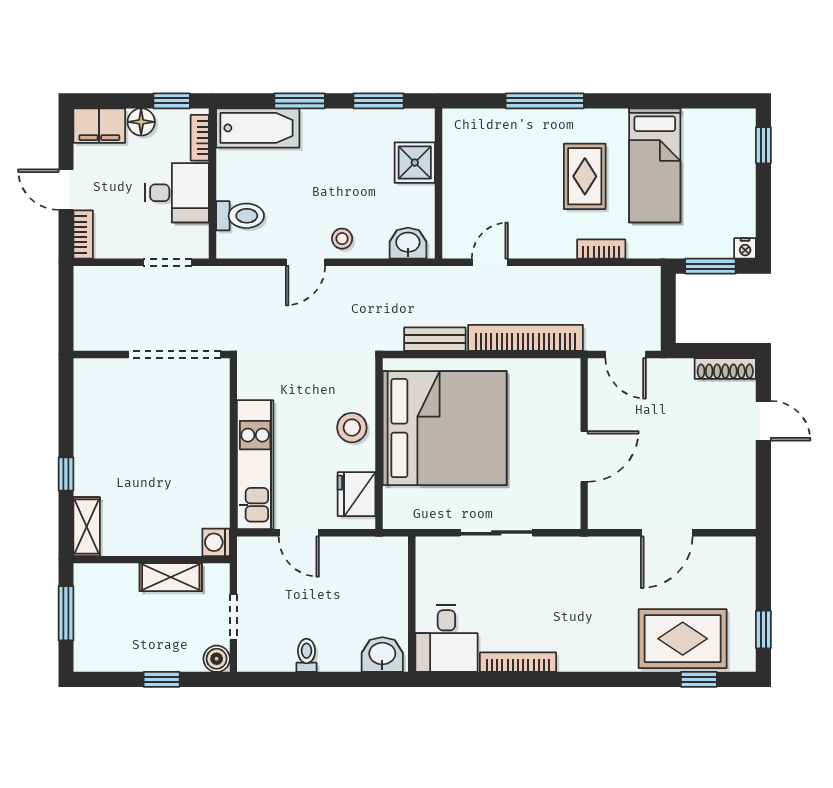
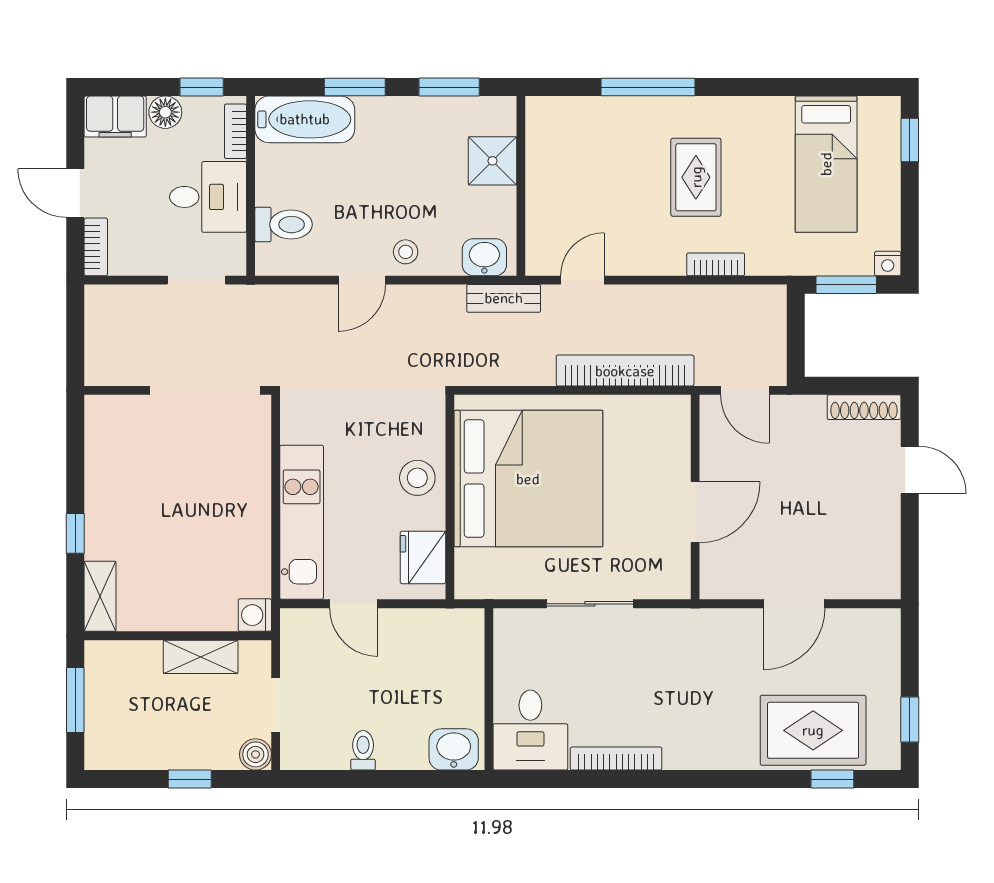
bed: (655, 165) -> (826, 164), moved
bench: (435, 339) -> (504, 298), moved

